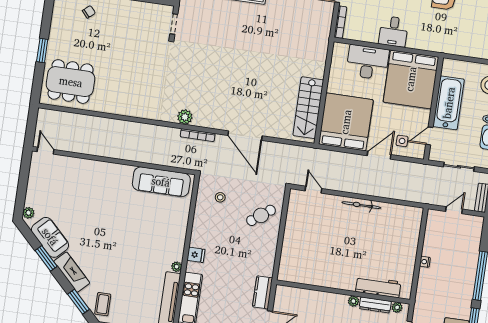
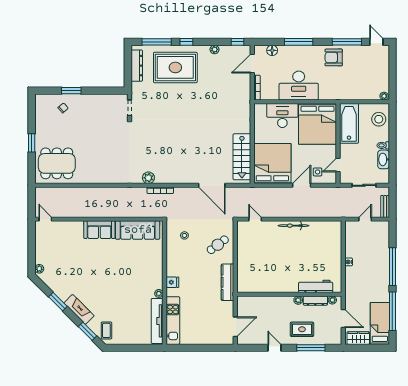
desk: (393, 31) -> (299, 86), width x1.87, depth x1.30
bathtub: (449, 103) -> (349, 123), moved
door: (245, 136) -> (212, 185), moved
sofa: (50, 237) -> (99, 230), moved, turned 135
kitchen counter: (263, 292) -> (228, 282), moved, width x1.50

